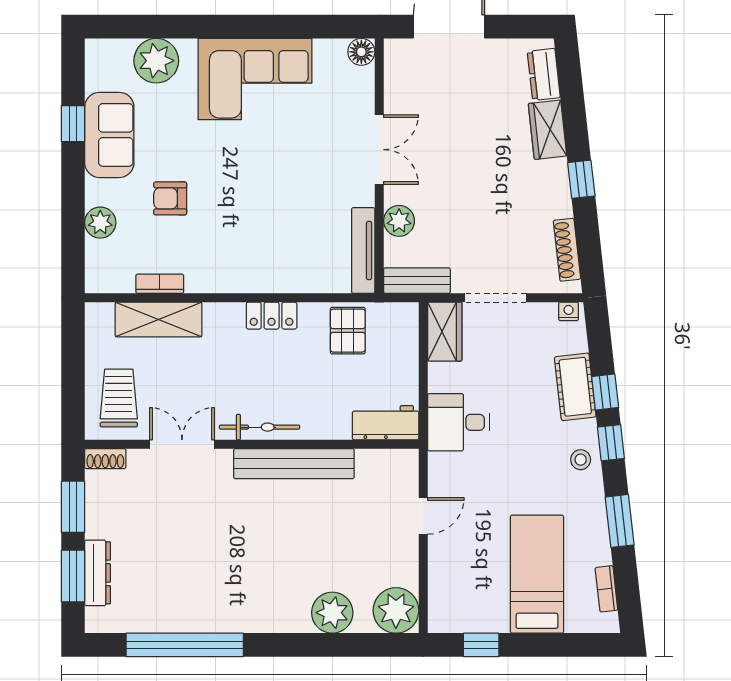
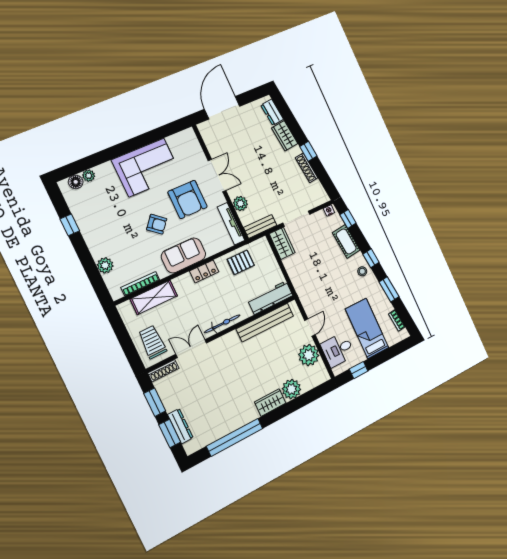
floor lamp: (361, 52) -> (76, 182), moved
plant: (156, 61) -> (89, 176), width x0.53, depth x0.53
sofa: (109, 135) -> (184, 255), moved, turned -90
armchair: (303, 170) -> (188, 199), added
armchair: (170, 198) -> (157, 224), moved, turned -140
shoe rack: (567, 250) -> (307, 168), moved
bookcase: (160, 284) -> (140, 284), width x1.56
pallet: (348, 331) -> (241, 262), turned 90
window: (605, 392) -> (348, 219), moved
desk: (458, 422) -> (338, 350), moved
workbench: (386, 423) -> (270, 298), width x1.38
shoe rack: (105, 459) -> (163, 371), width x1.43
bench: (294, 464) -> (265, 322), moved
plant: (396, 610) -> (309, 355), moved
wardrobe: (280, 616) -> (270, 402), added

